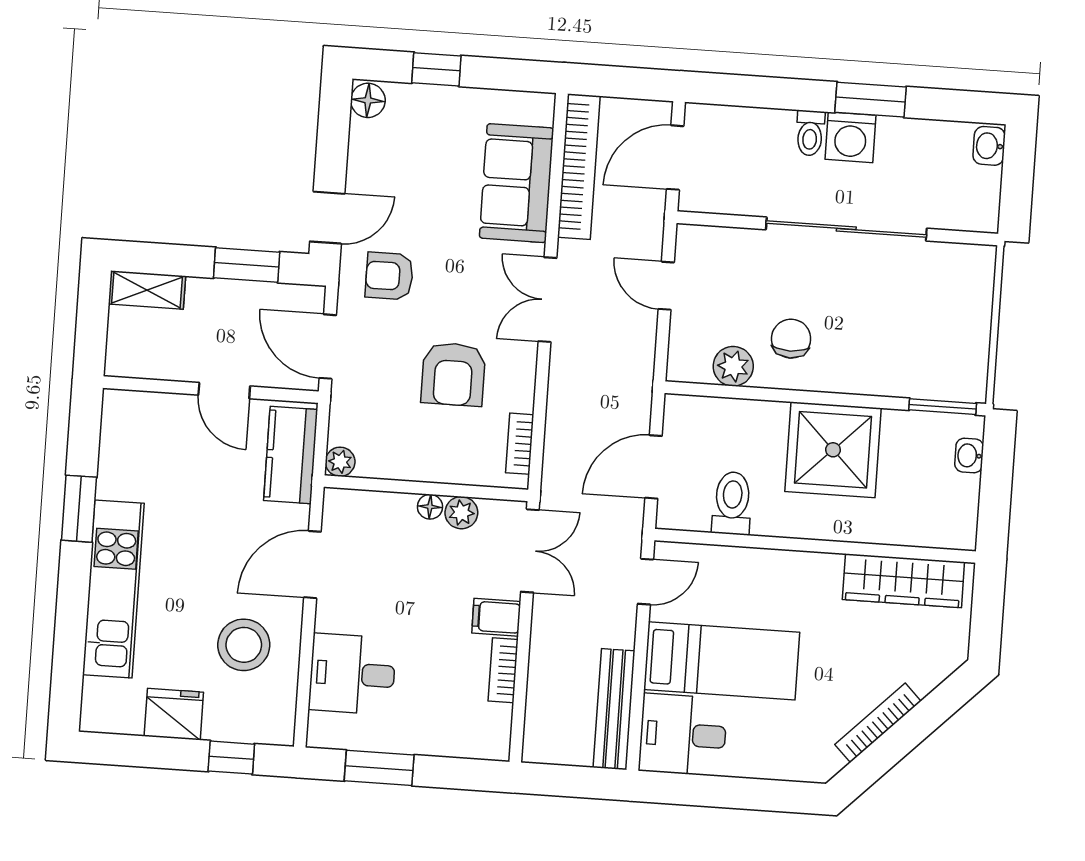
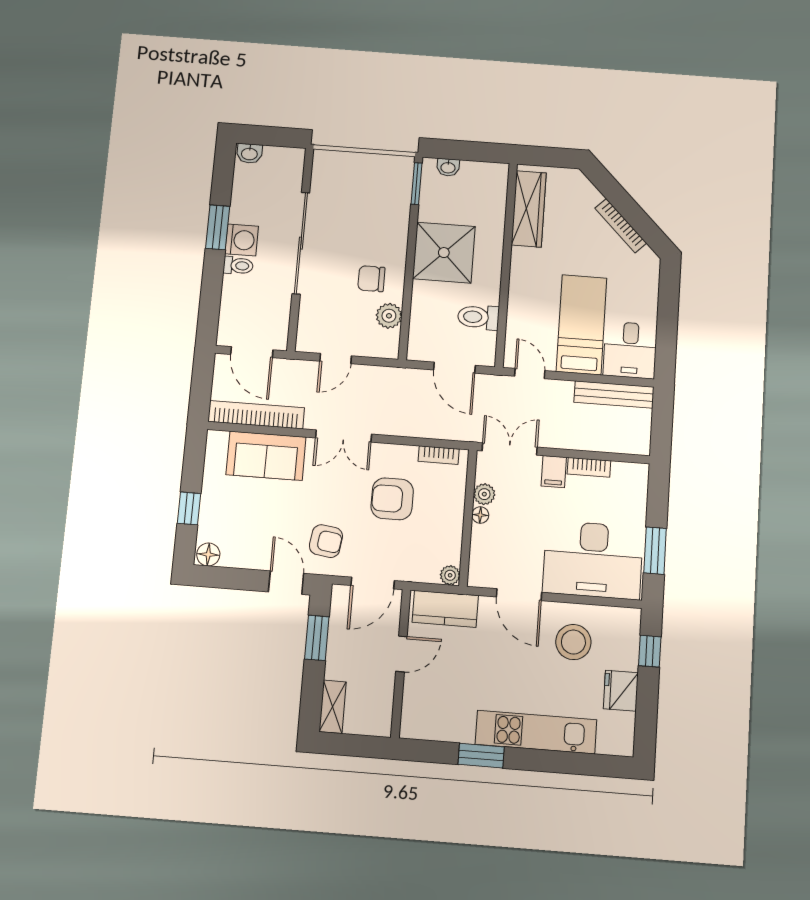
armchair: (389, 276) -> (326, 541), turned -82
armchair: (453, 374) -> (392, 499), turned 180
desk: (352, 674) -> (593, 560), width x1.87, depth x1.30

